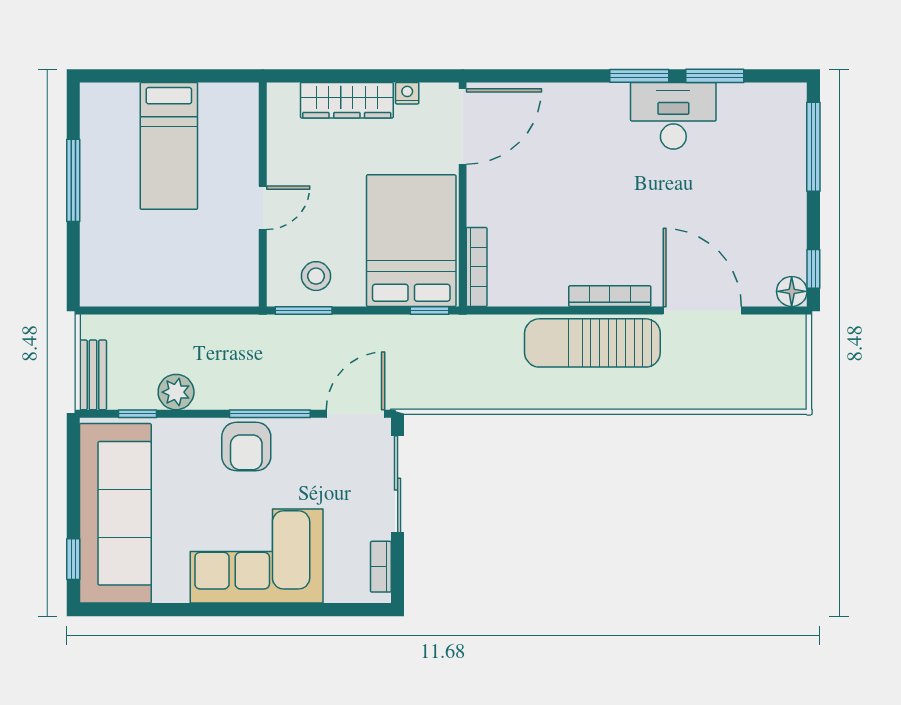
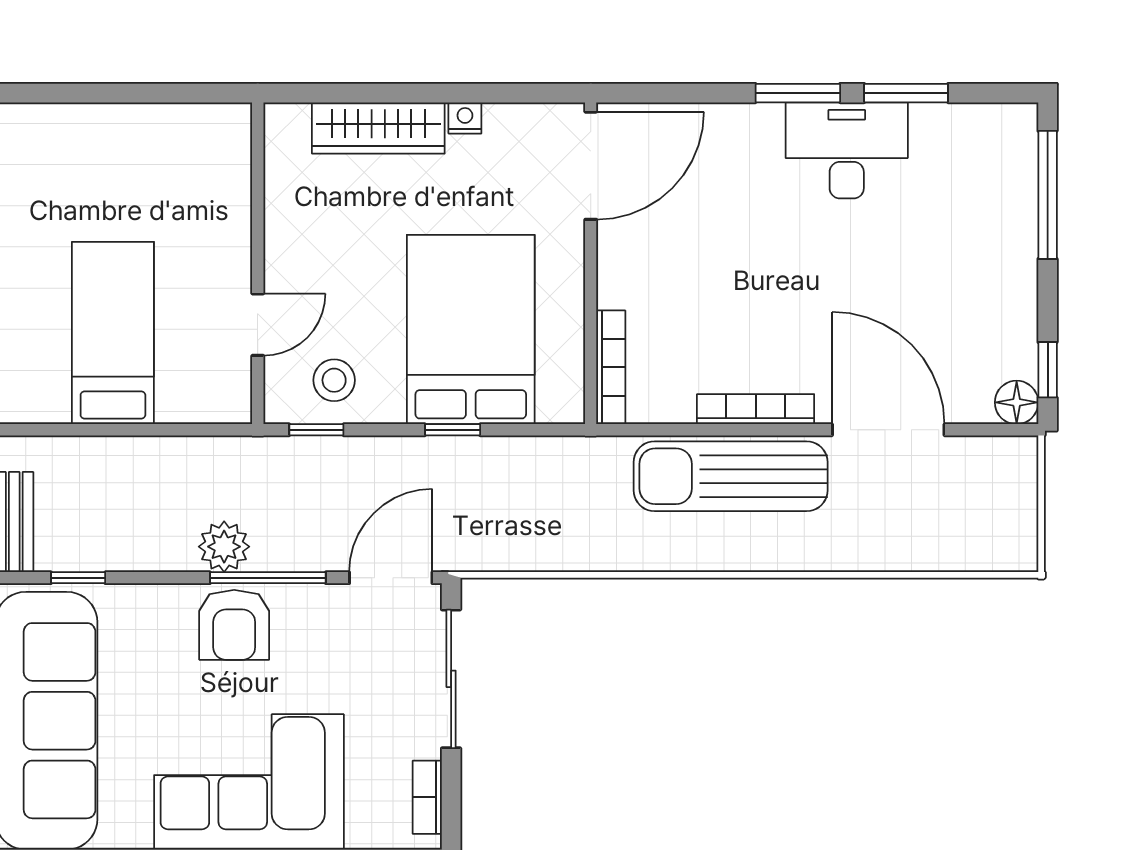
door: (463, 126) -> (591, 166), moved
bed: (169, 146) -> (113, 333), moved, turned 180
wall: (463, 194) -> (591, 263), moved
door: (263, 208) -> (258, 325), moved
bookcase: (477, 267) -> (611, 367), moved
window: (304, 311) -> (316, 430), width x0.67
window: (430, 311) -> (453, 430), moved
plant: (176, 392) -> (224, 547), moved

